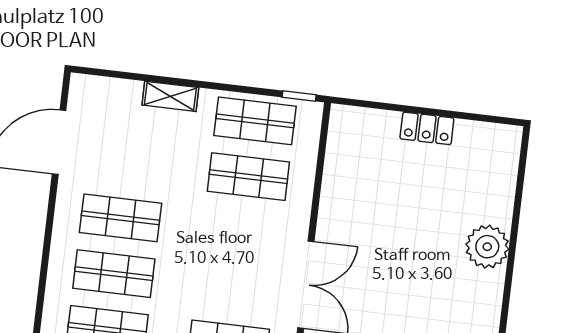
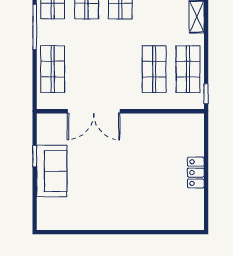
plant: (487, 247) -> (129, 217), removed

